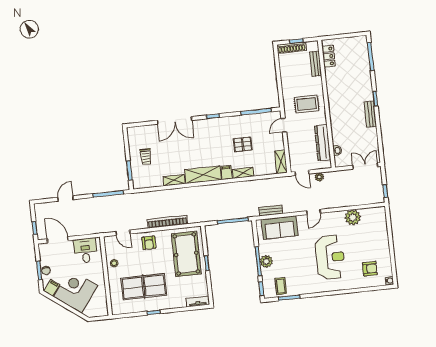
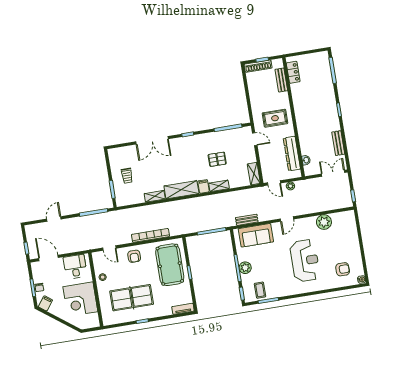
bench: (370, 114) -> (338, 143), moved
door: (284, 125) -> (255, 139), swing flipped
corner desk: (76, 291) -> (80, 299), moved, turned -127

